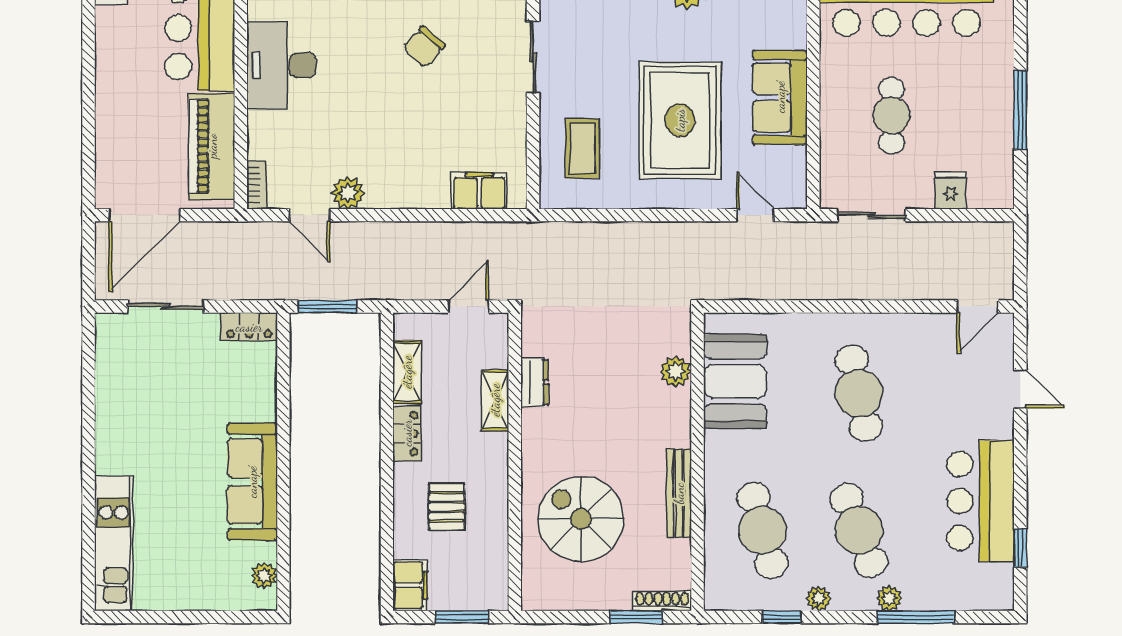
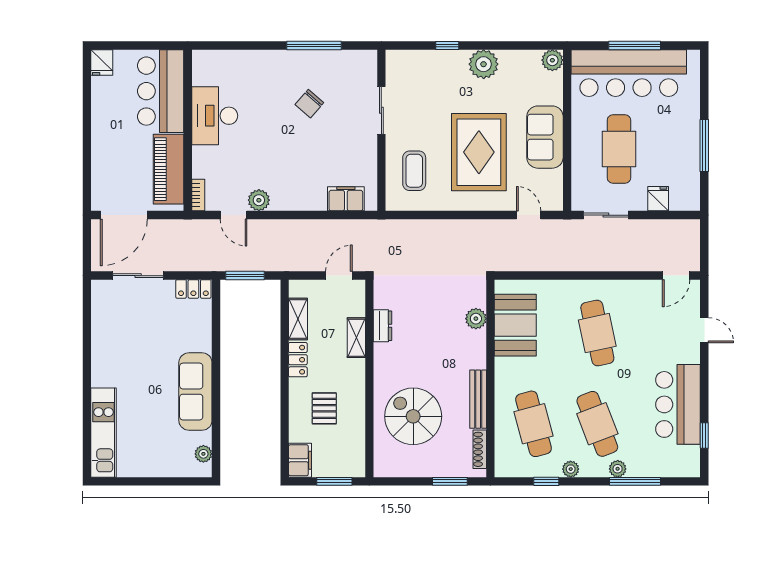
cafe table: (892, 115) -> (619, 149), width x1.37, depth x1.35
shoe rack: (662, 601) -> (480, 449), moved, turned -90

